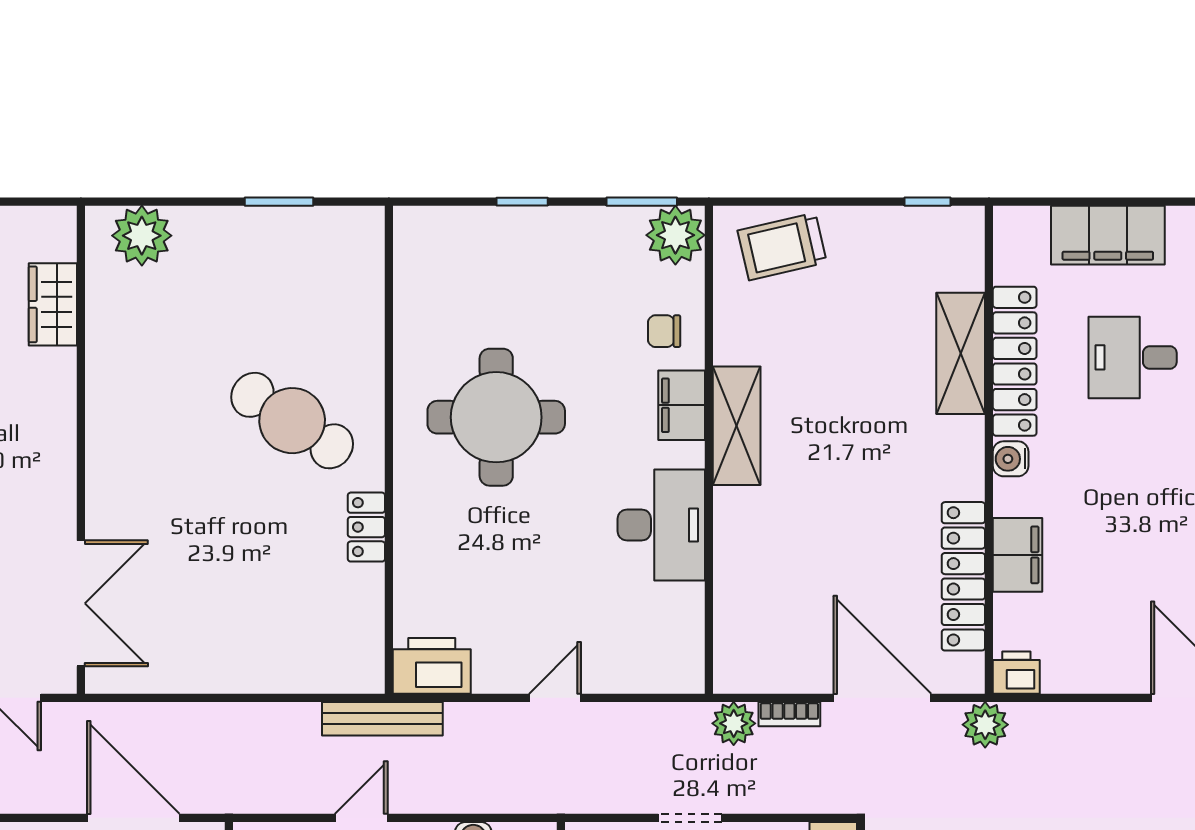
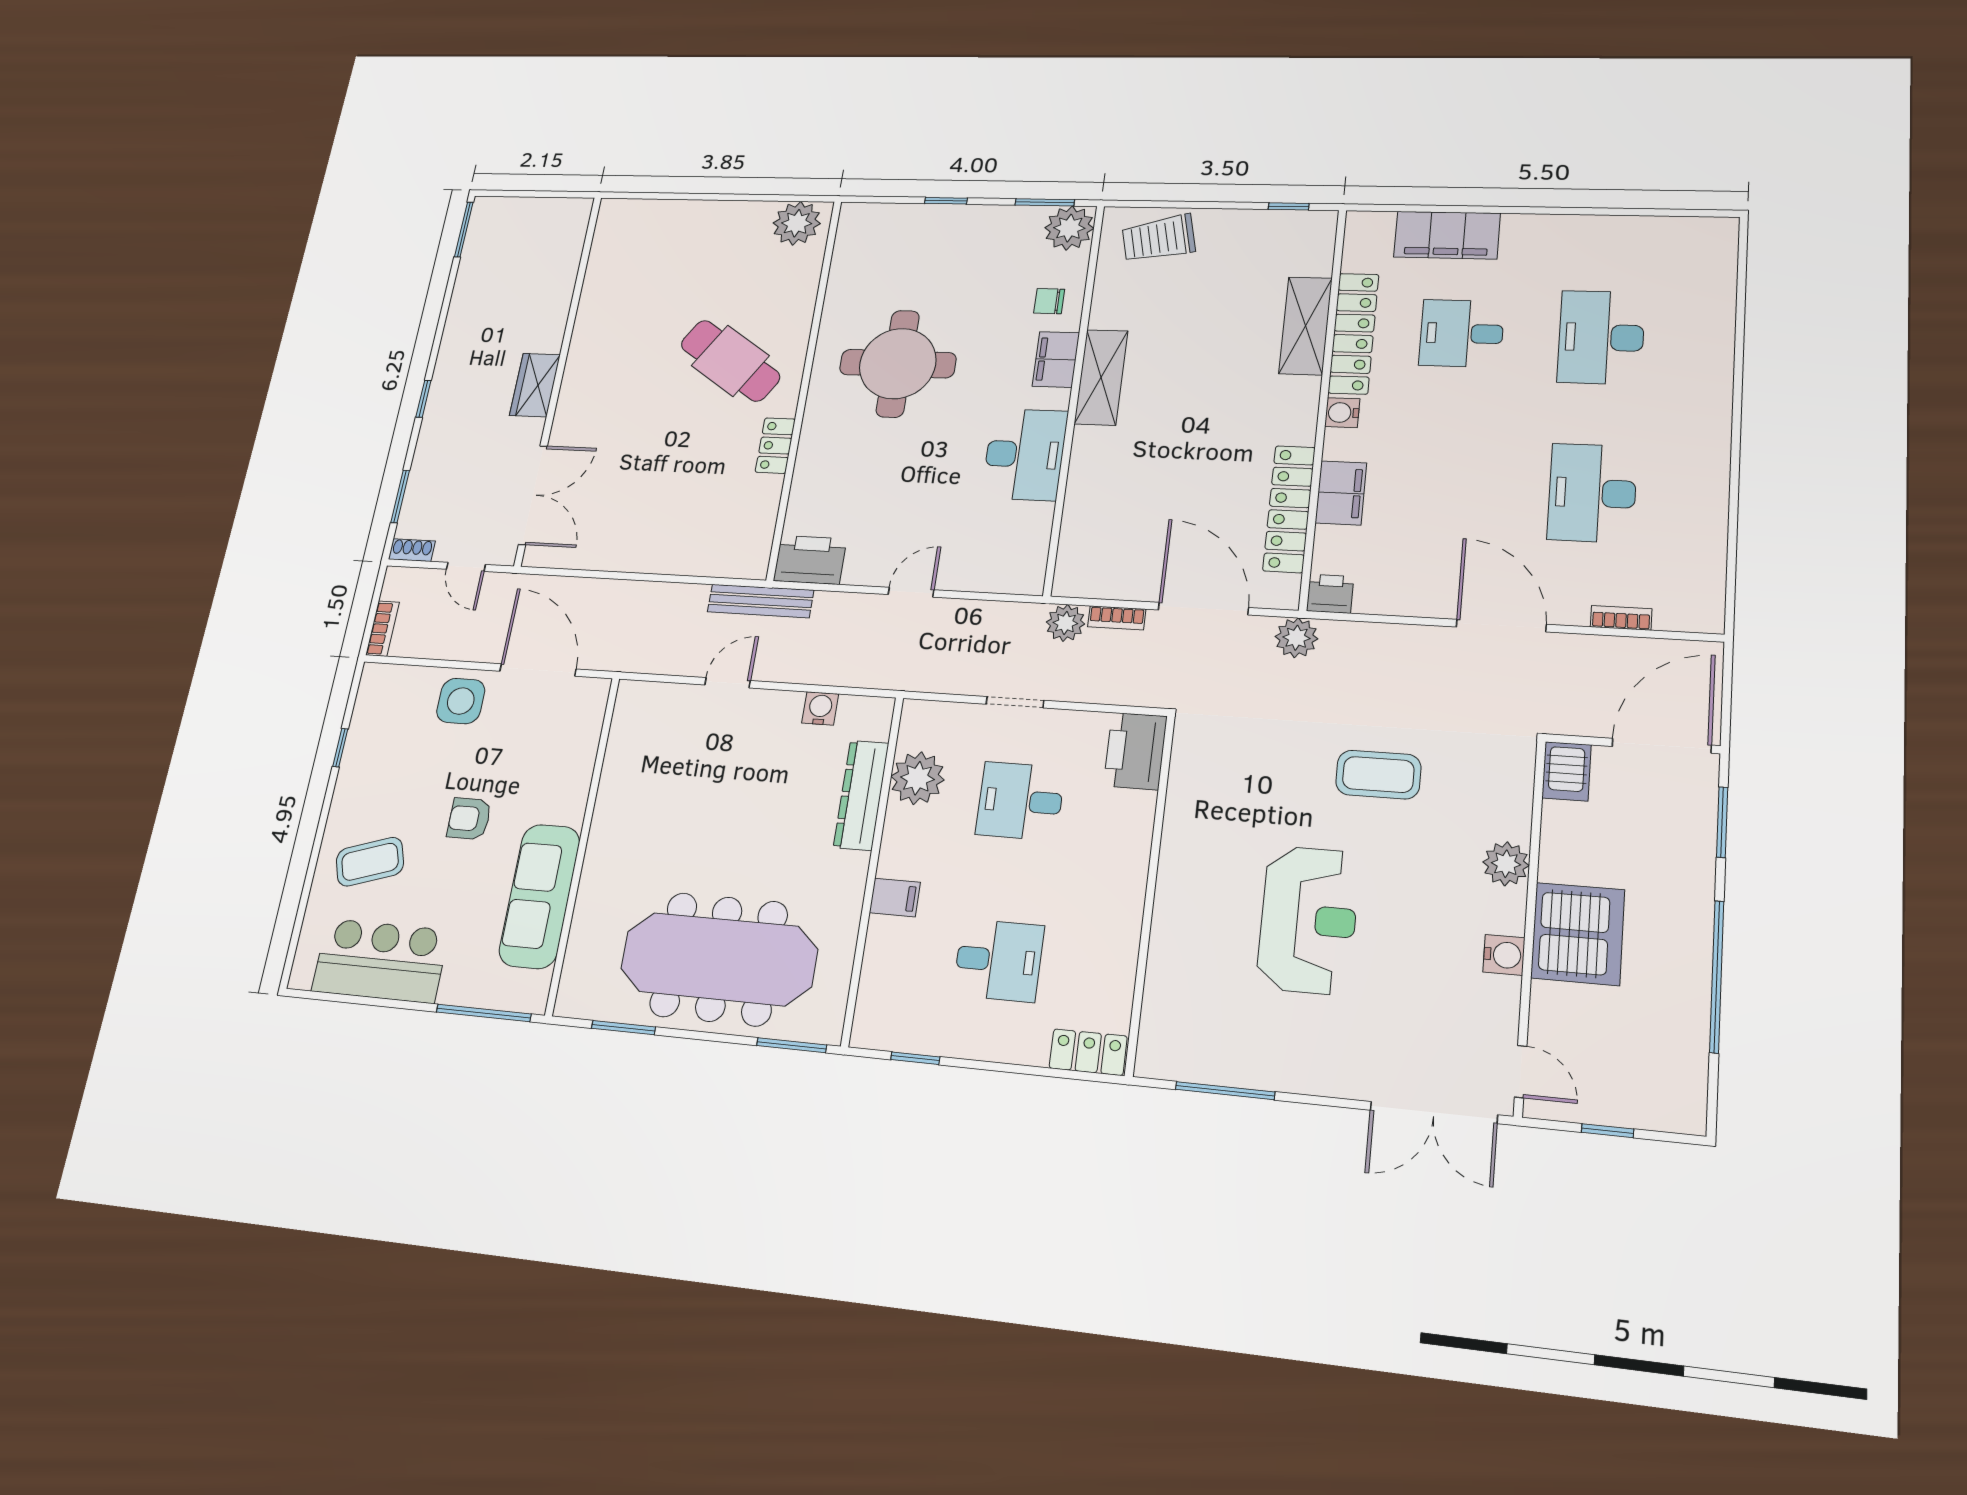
window: (279, 202) -> (751, 198), removed
plant: (142, 236) -> (797, 223), moved
wardrobe: (53, 304) -> (535, 385), moved

